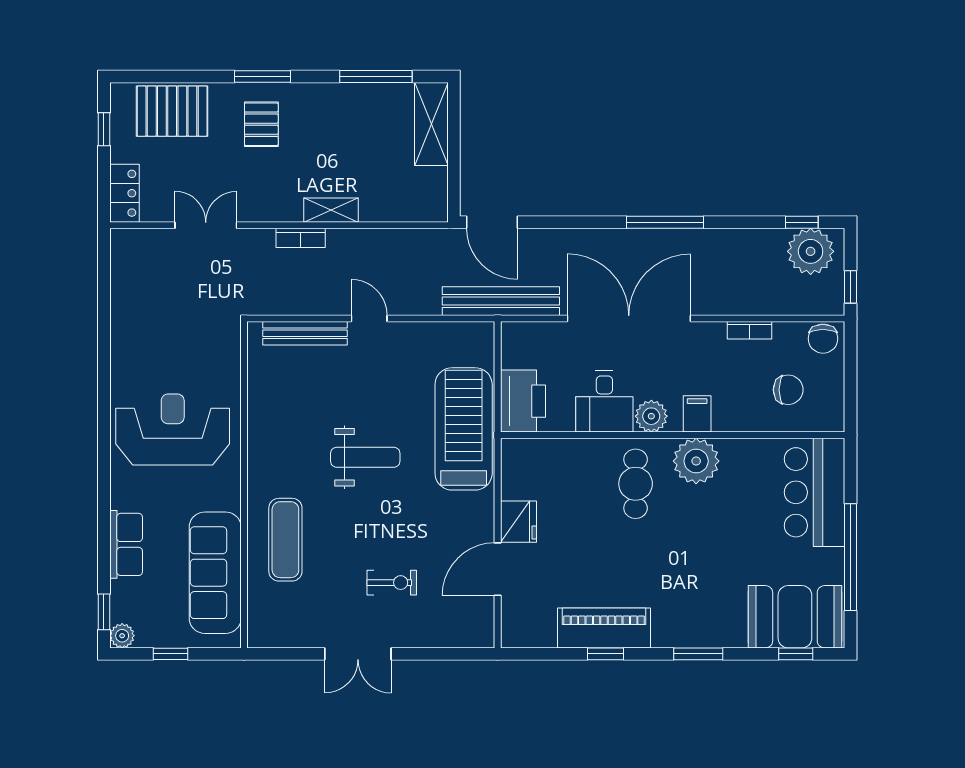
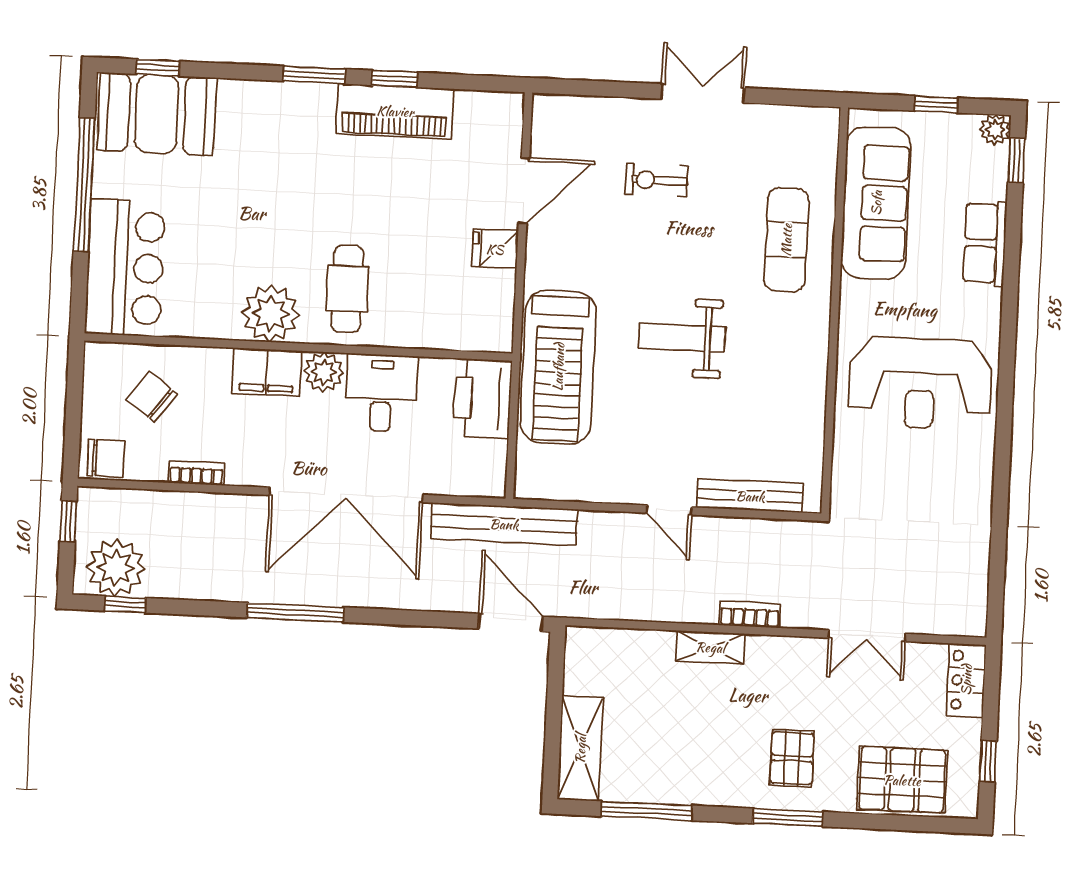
chair: (823, 339) -> (106, 458), turned 90
chair: (788, 390) -> (152, 397), turned 37
filing cabinet: (697, 414) -> (267, 372), width x2.00
fridge: (518, 522) -> (495, 249), width x0.72
window: (698, 654) -> (314, 75), moved

